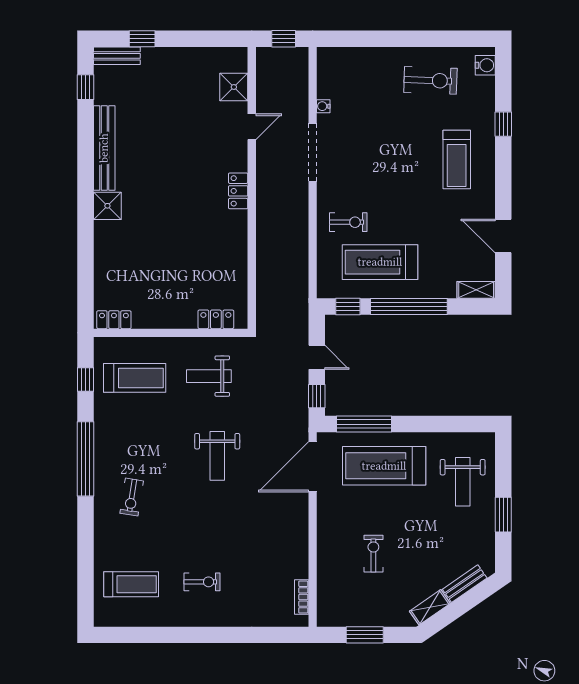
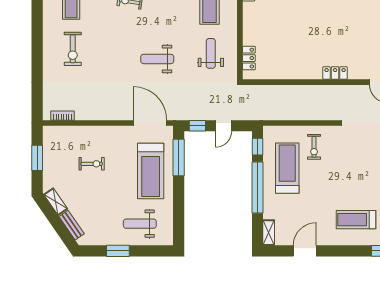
treadmill: (384, 466) -> (151, 171), turned 180
exercise bike: (202, 582) -> (73, 49), width x1.38, depth x1.39

